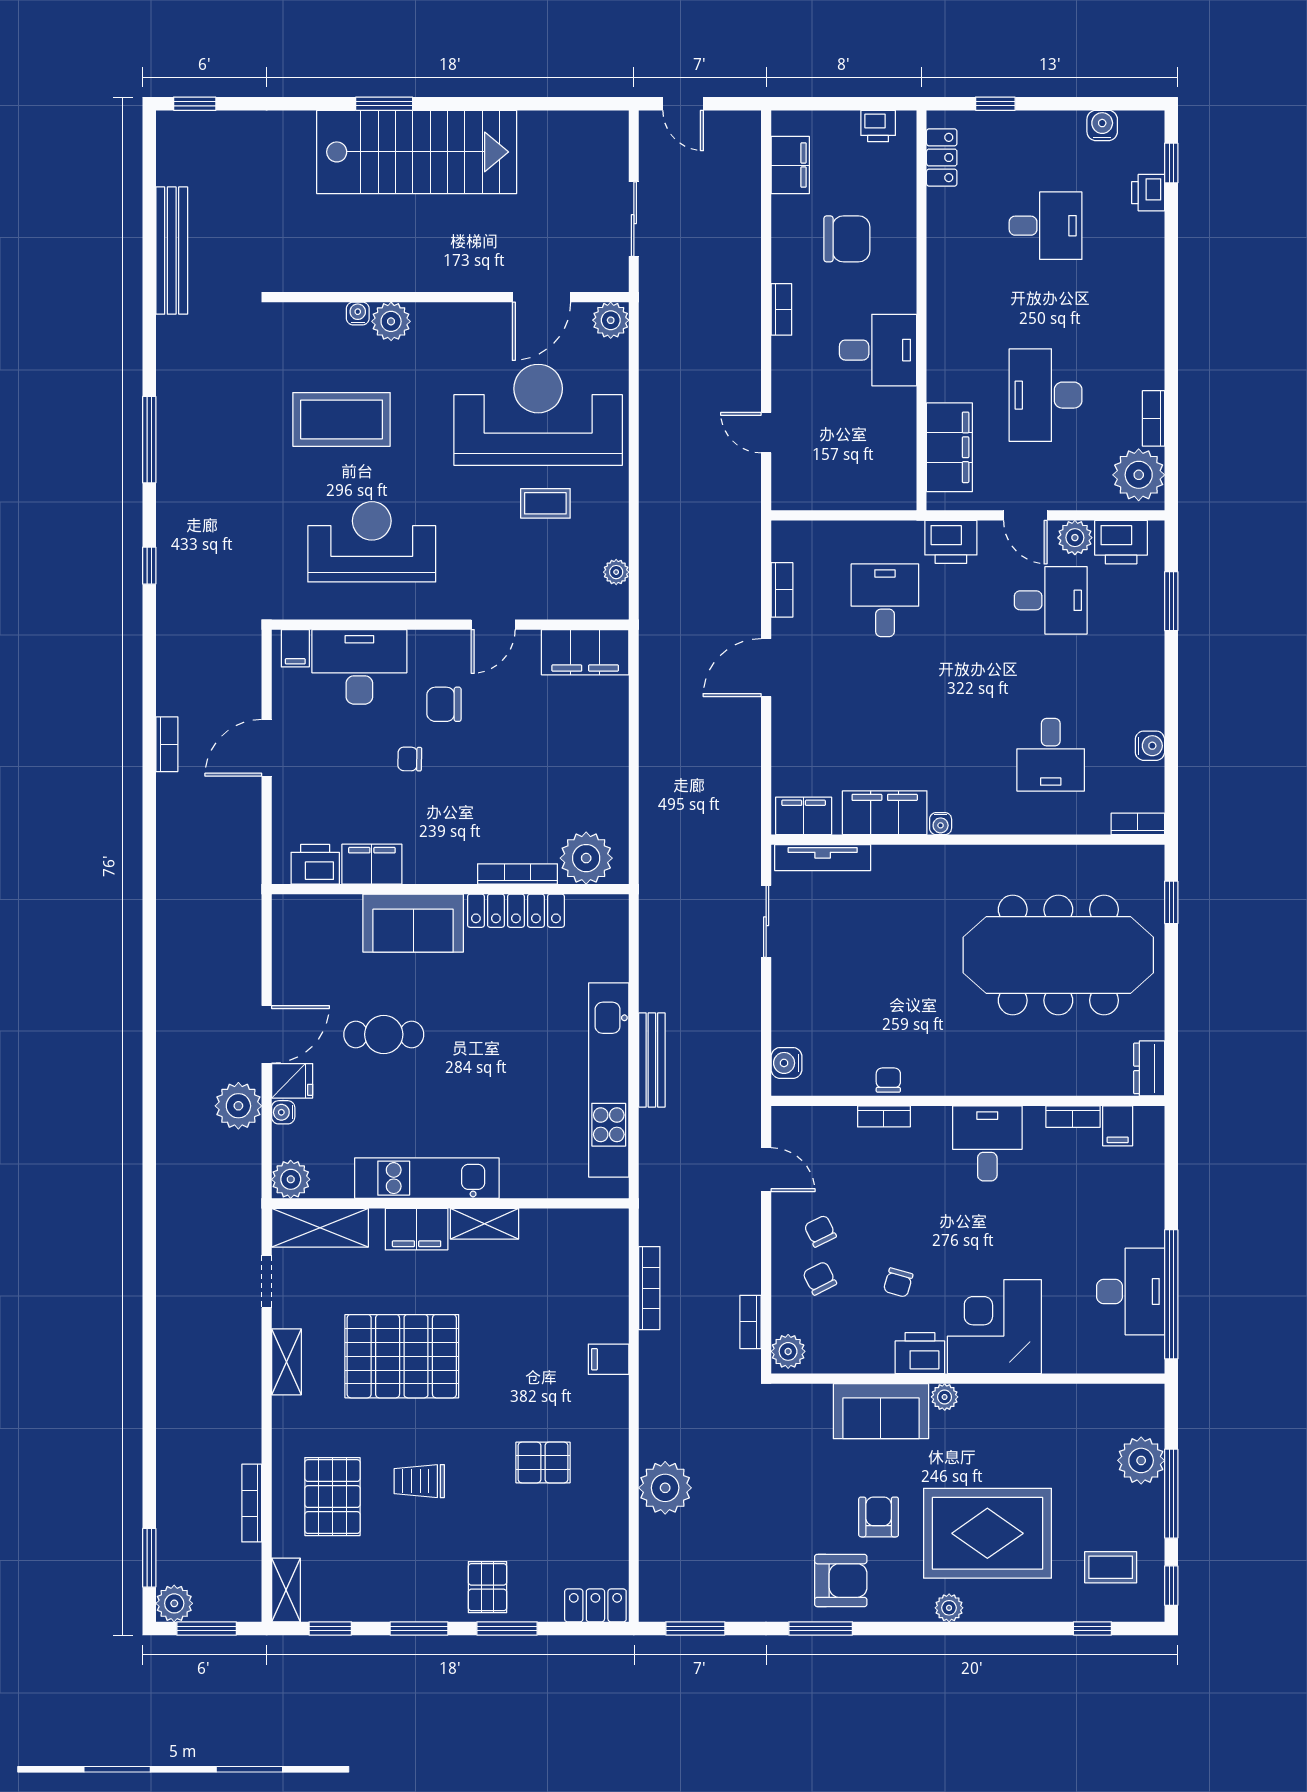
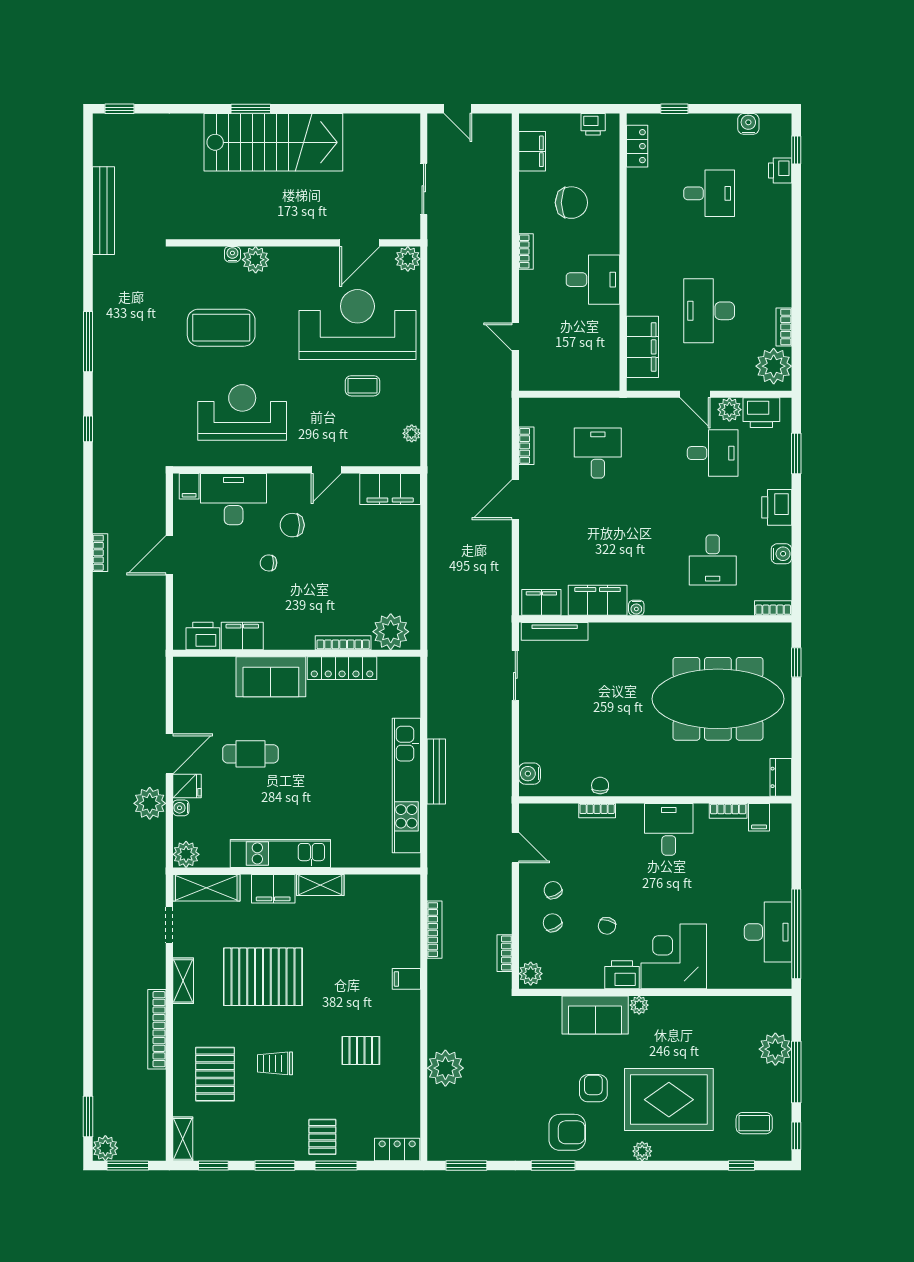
printer: (951, 542) -> (777, 507), moved, turned 90
bookcase: (252, 1503) -> (157, 1029), moved, width x1.48, depth x1.31

